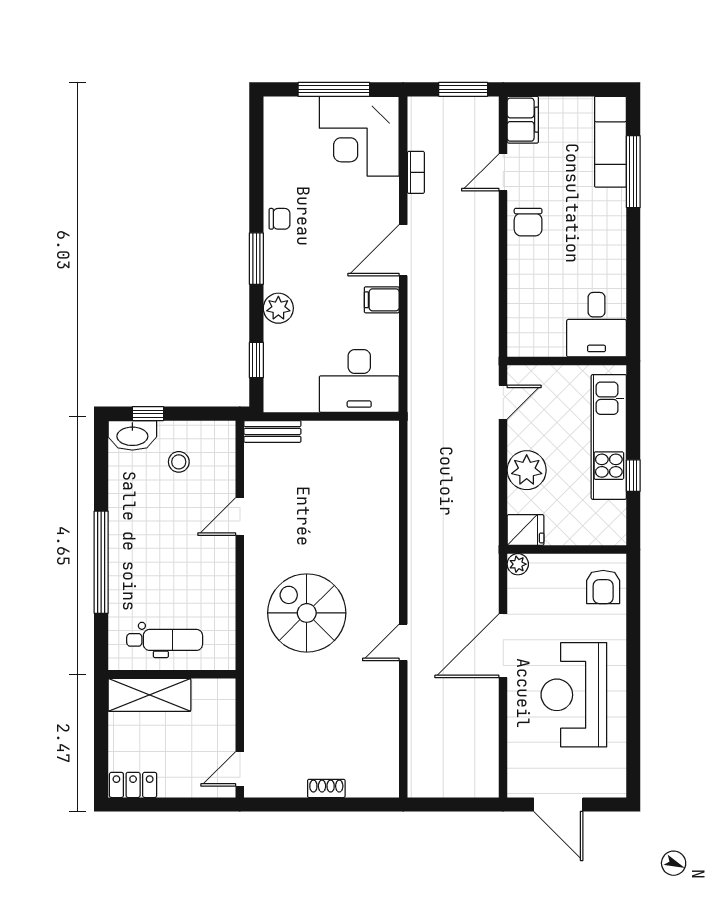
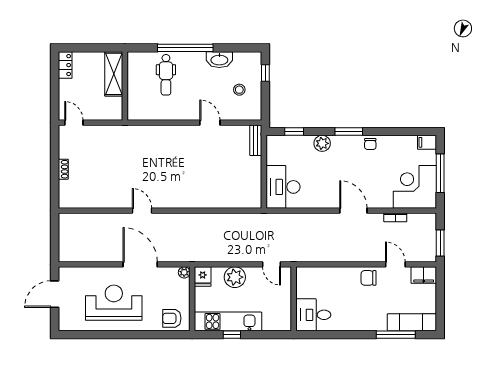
filing cabinet: (382, 300) -> (427, 142), moved, turned -90
washbasin: (132, 435) -> (219, 60), moved, turned -90
kitchen unit: (609, 437) -> (228, 321), moved
spiral stairs: (307, 613) -> (158, 159), removed
dental chair: (165, 640) -> (166, 75), moved

